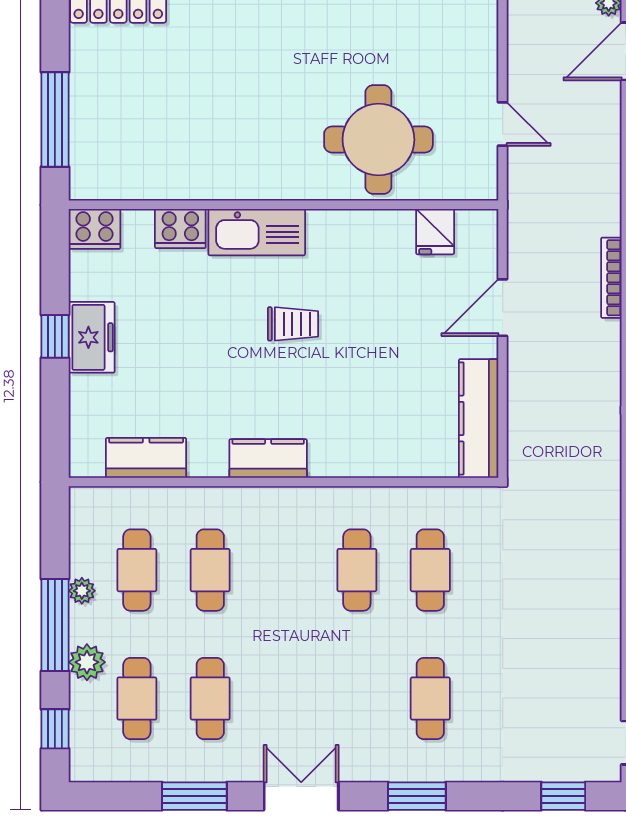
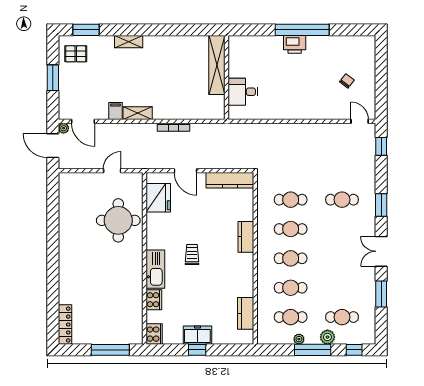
fridge: (435, 232) -> (158, 198), width x1.88, depth x1.34
kitchen counter: (268, 459) -> (246, 237), moved
cafe table: (210, 698) -> (291, 258), moved

